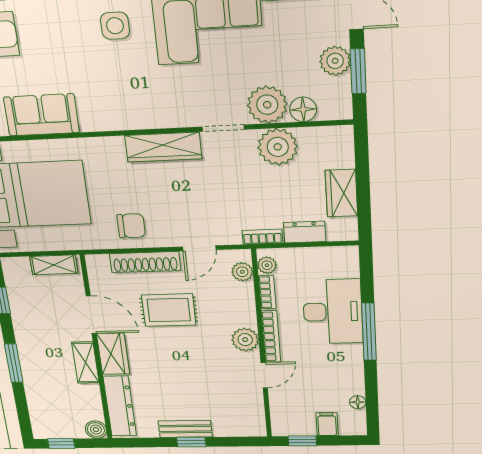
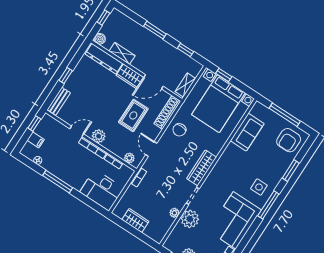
floor lamp: (303, 109) -> (179, 231), removed
plant: (278, 147) -> (174, 213), width x0.53, depth x0.53
dresser: (305, 232) -> (129, 195), removed
shoe rack: (145, 262) -> (167, 112), moved
plant: (267, 265) -> (125, 170), removed
desk: (333, 312) -> (102, 190), moved
window: (369, 332) -> (58, 182), moved
shelving: (85, 363) -> (122, 53), moved
door: (264, 375) -> (77, 131), swing flipped
bench: (185, 429) -> (59, 101), moved

